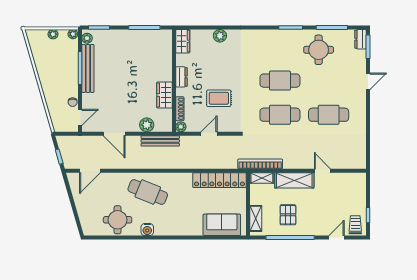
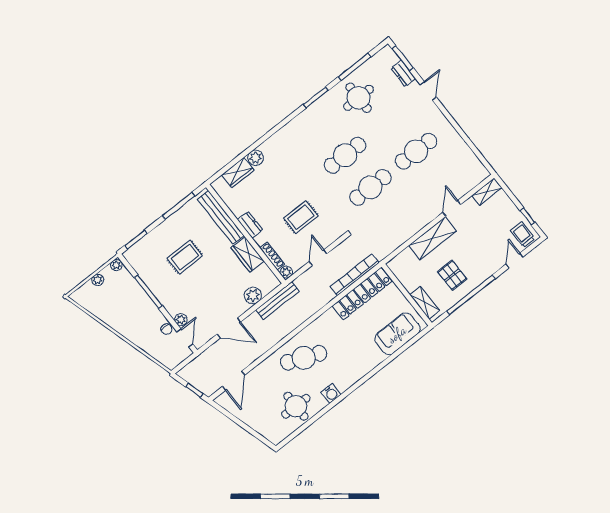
plant: (87, 38) -> (181, 320), moved
dresser: (360, 39) -> (403, 73), moved
wardrobe: (183, 41) -> (238, 173), moved, turned 90
rug: (122, 64) -> (185, 257), added
bench: (88, 68) -> (221, 217), moved
bookcase: (260, 164) -> (355, 275), moved
door: (322, 171) -> (452, 208), hinge flipped
shelving: (262, 178) -> (487, 192), moved

